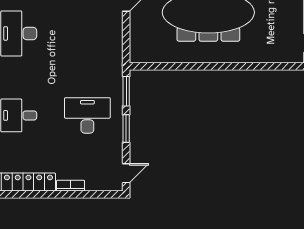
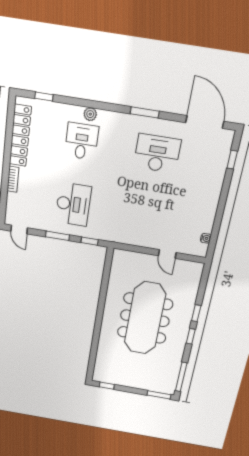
window: (126, 91) -> (90, 241), width x0.67

